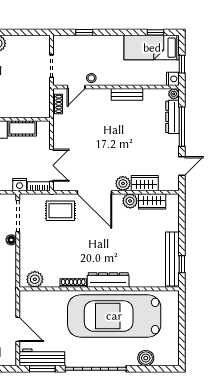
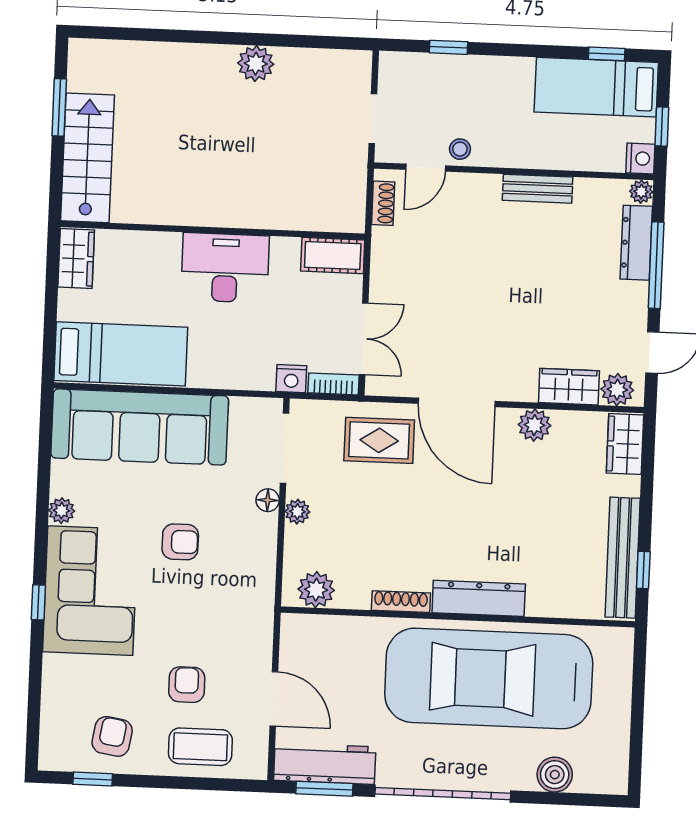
cot: (22, 128) -> (333, 255), moved
plant: (123, 183) -> (617, 390), moved
wardrobe: (152, 201) -> (625, 444), moved, turned 90
plant: (25, 244) -> (297, 512), added

